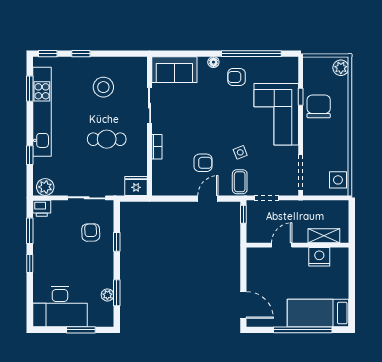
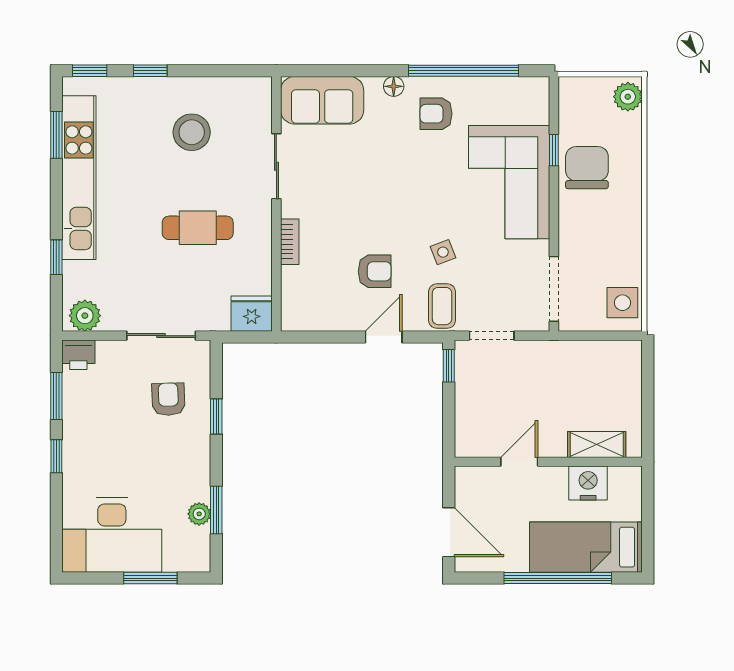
shelving: (324, 236) -> (597, 444), moved
door: (282, 245) -> (519, 462), moved
wall: (298, 245) -> (548, 462), moved
nightstand: (319, 257) -> (588, 483), moved

